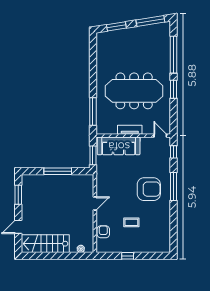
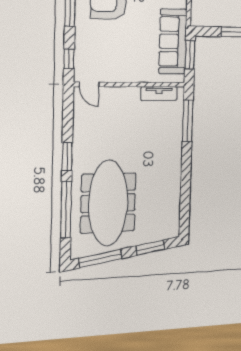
meeting table: (134, 91) -> (108, 203), moved, turned 90
tv unit: (130, 130) -> (159, 94), moved
sofa: (119, 146) -> (173, 41), moved, turned -90

